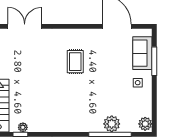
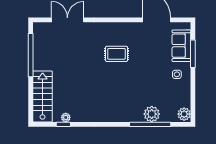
rug: (75, 62) -> (116, 54), turned 90

